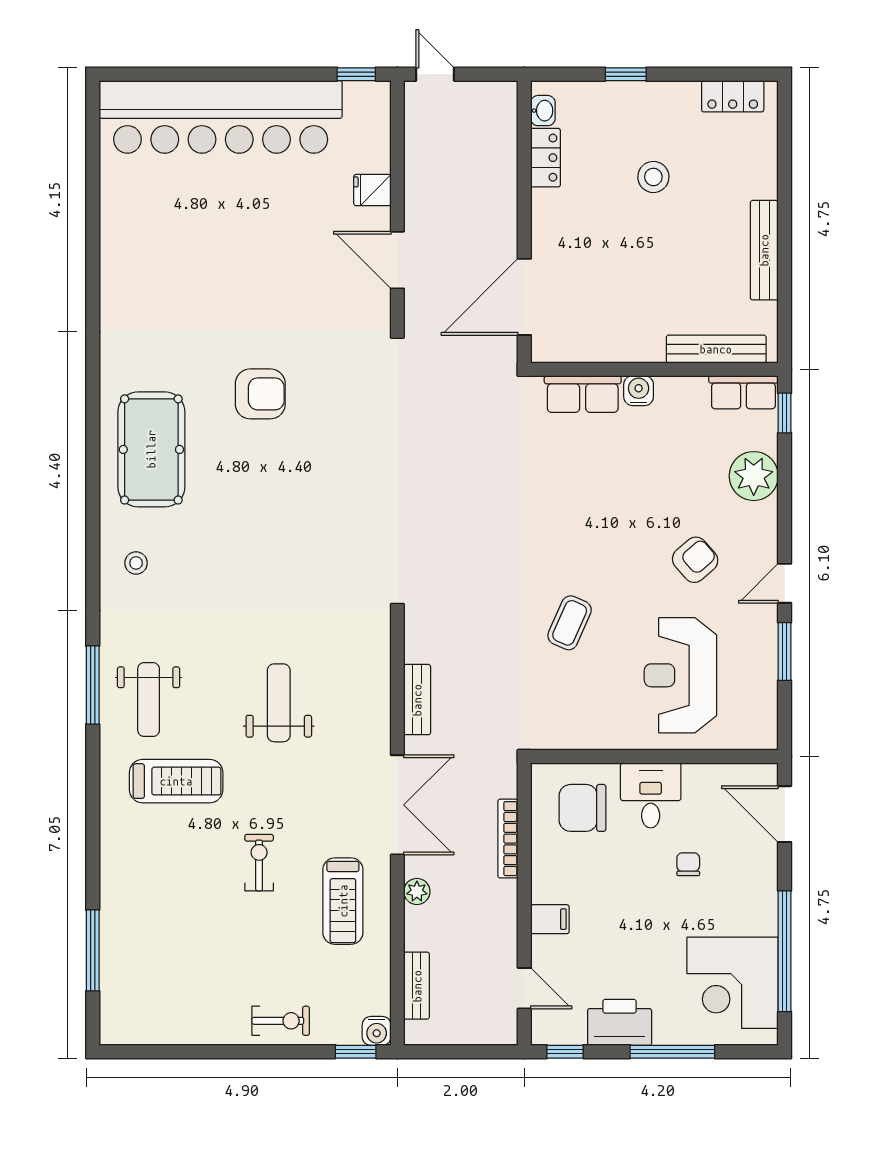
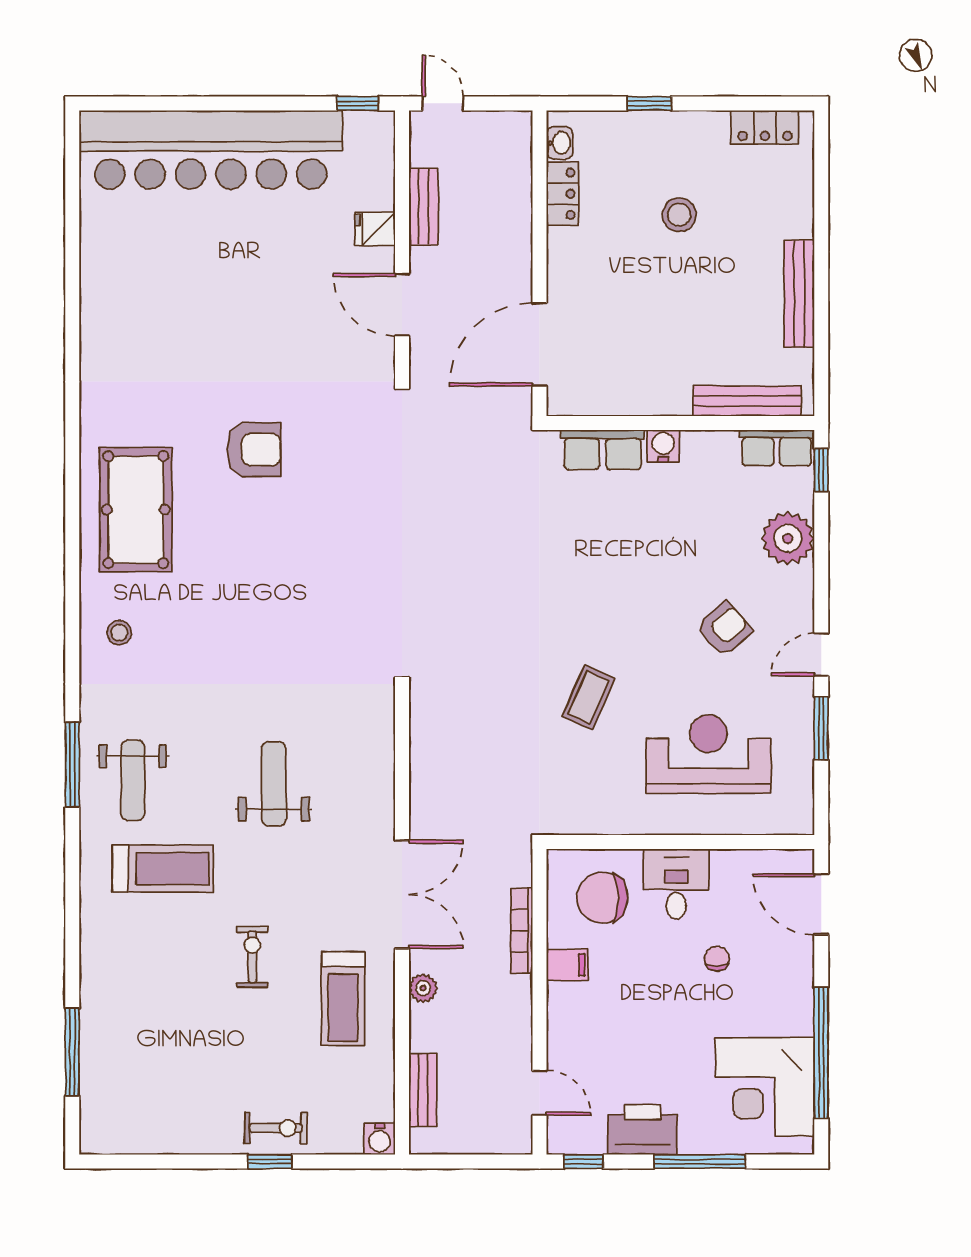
reception desk: (680, 675) -> (708, 754), turned 90
bench: (417, 700) -> (423, 207), moved
filing cabinet: (550, 919) -> (567, 965), moved
window: (356, 1052) -> (270, 1161), moved

